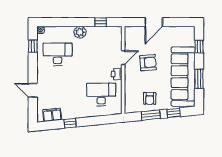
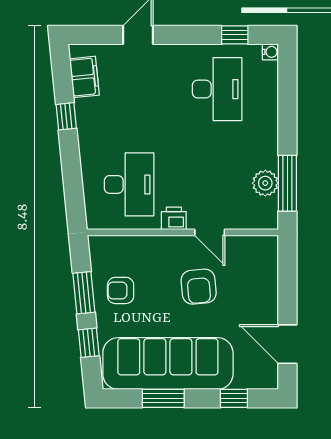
window: (101, 22) -> (287, 183), width x2.17
door: (154, 22) -> (287, 344), moved
plant: (80, 32) -> (265, 183), moved

